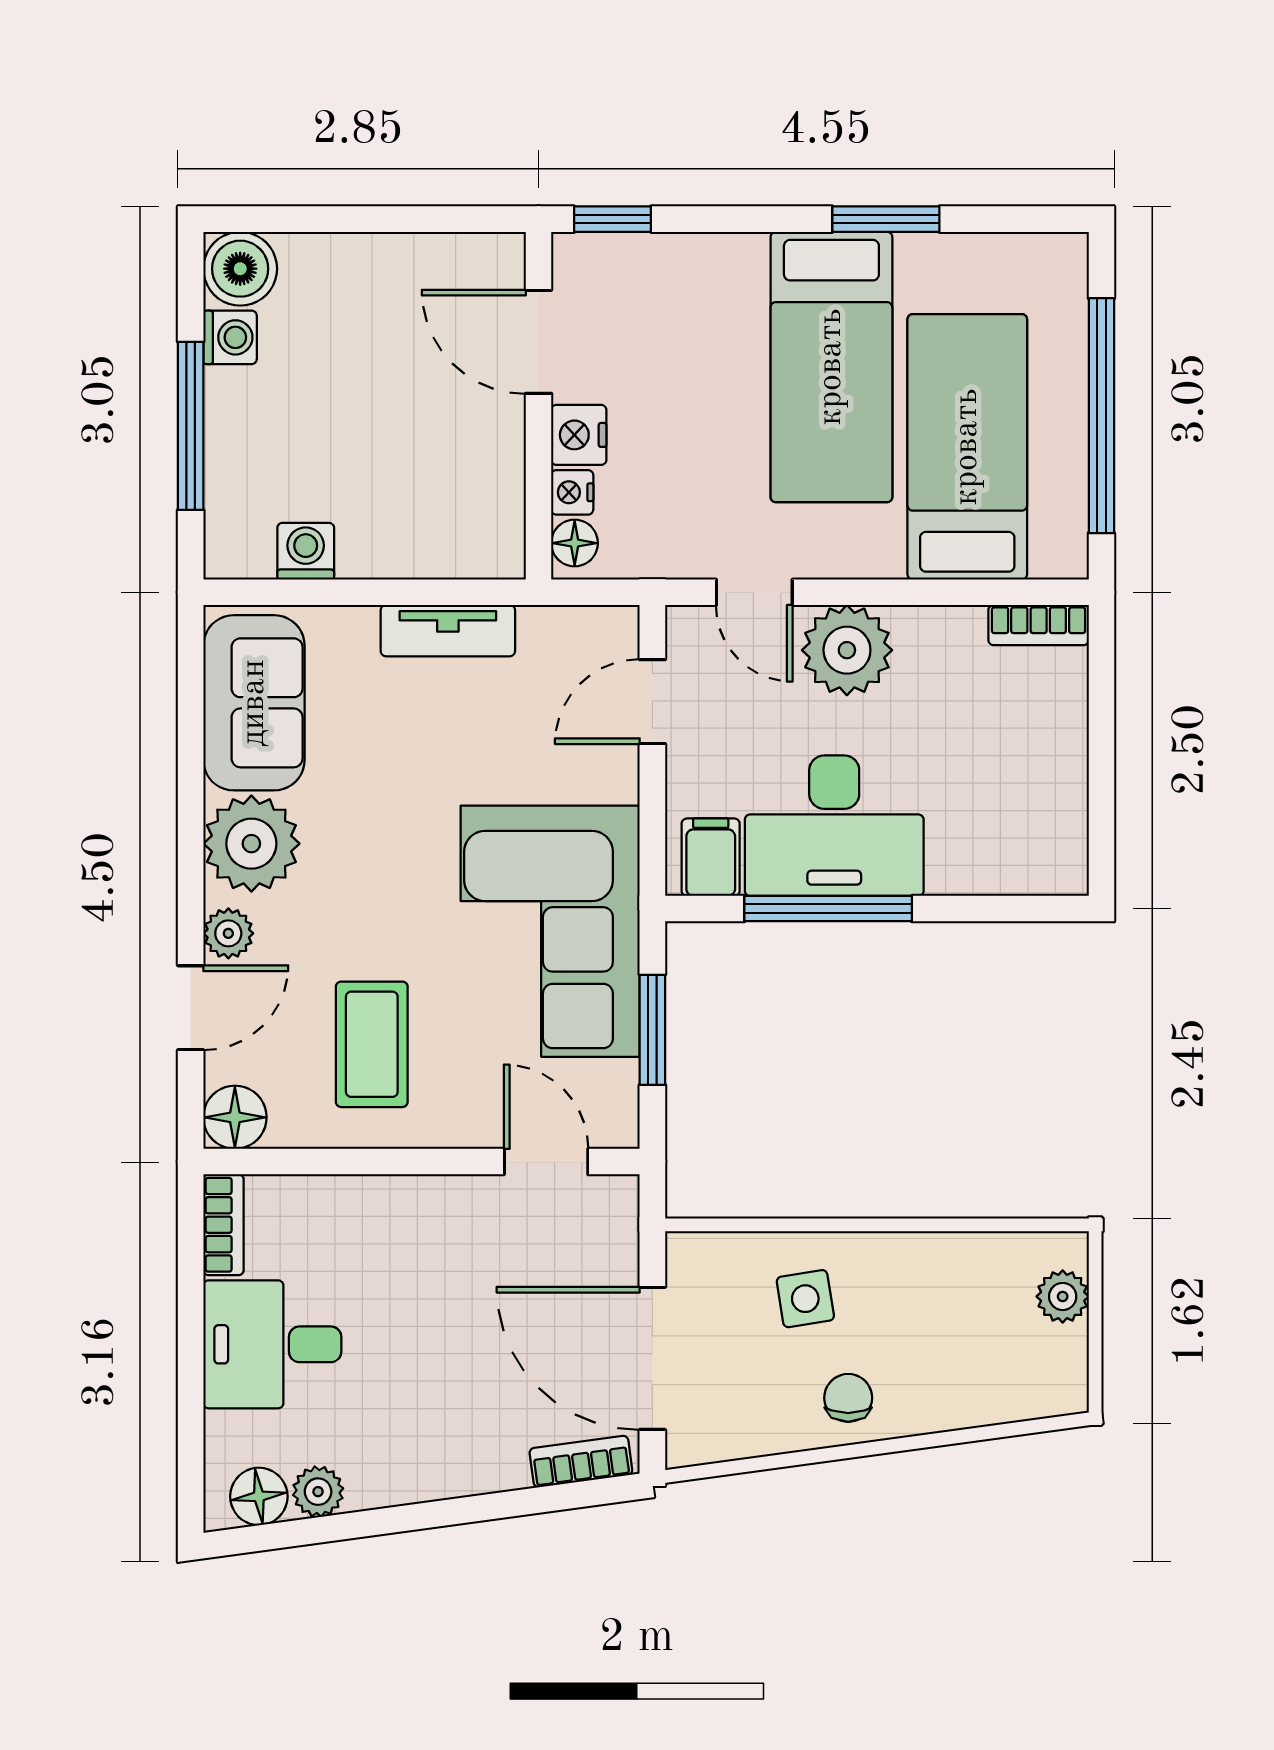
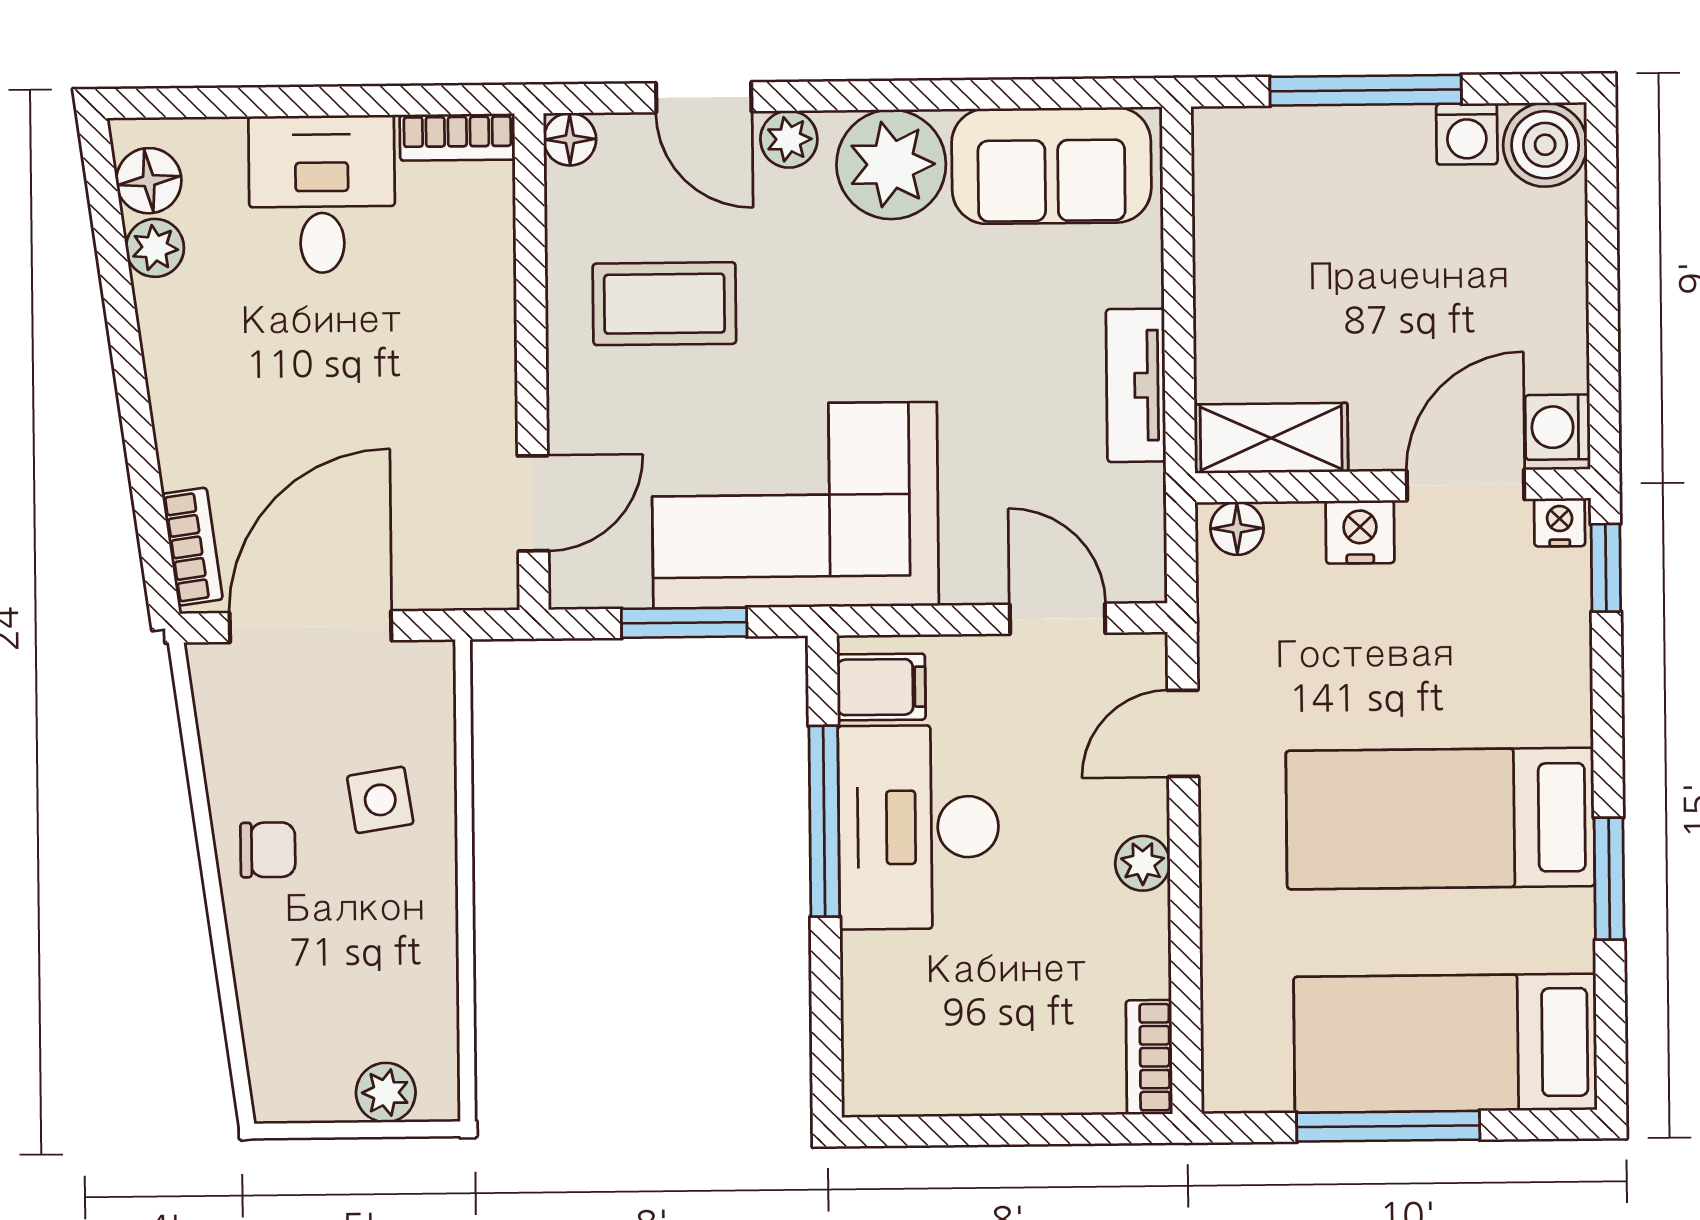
window: (1101, 416) -> (1388, 1126), width x0.68
bed: (967, 447) -> (1445, 1043), moved, turned 180
nightstand: (572, 492) -> (1560, 522), moved
shelving: (496, 512) -> (1271, 438), added
washing machine: (306, 551) -> (1558, 427), moved, turned 180
plant: (847, 650) -> (1143, 863), width x0.53, depth x0.53
floor lamp: (235, 1117) -> (570, 139), width x0.73, depth x0.73

